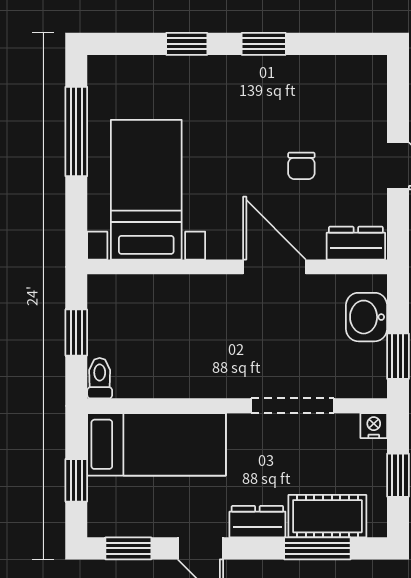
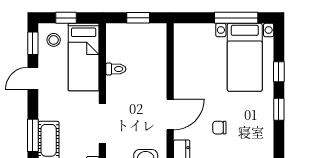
bed with nightstands: (146, 190) -> (245, 57), moved, turned 90
toilet: (100, 378) -> (116, 69), moved
stool: (122, 506) -> (54, 40), added
dresser: (257, 522) -> (46, 106), removed

